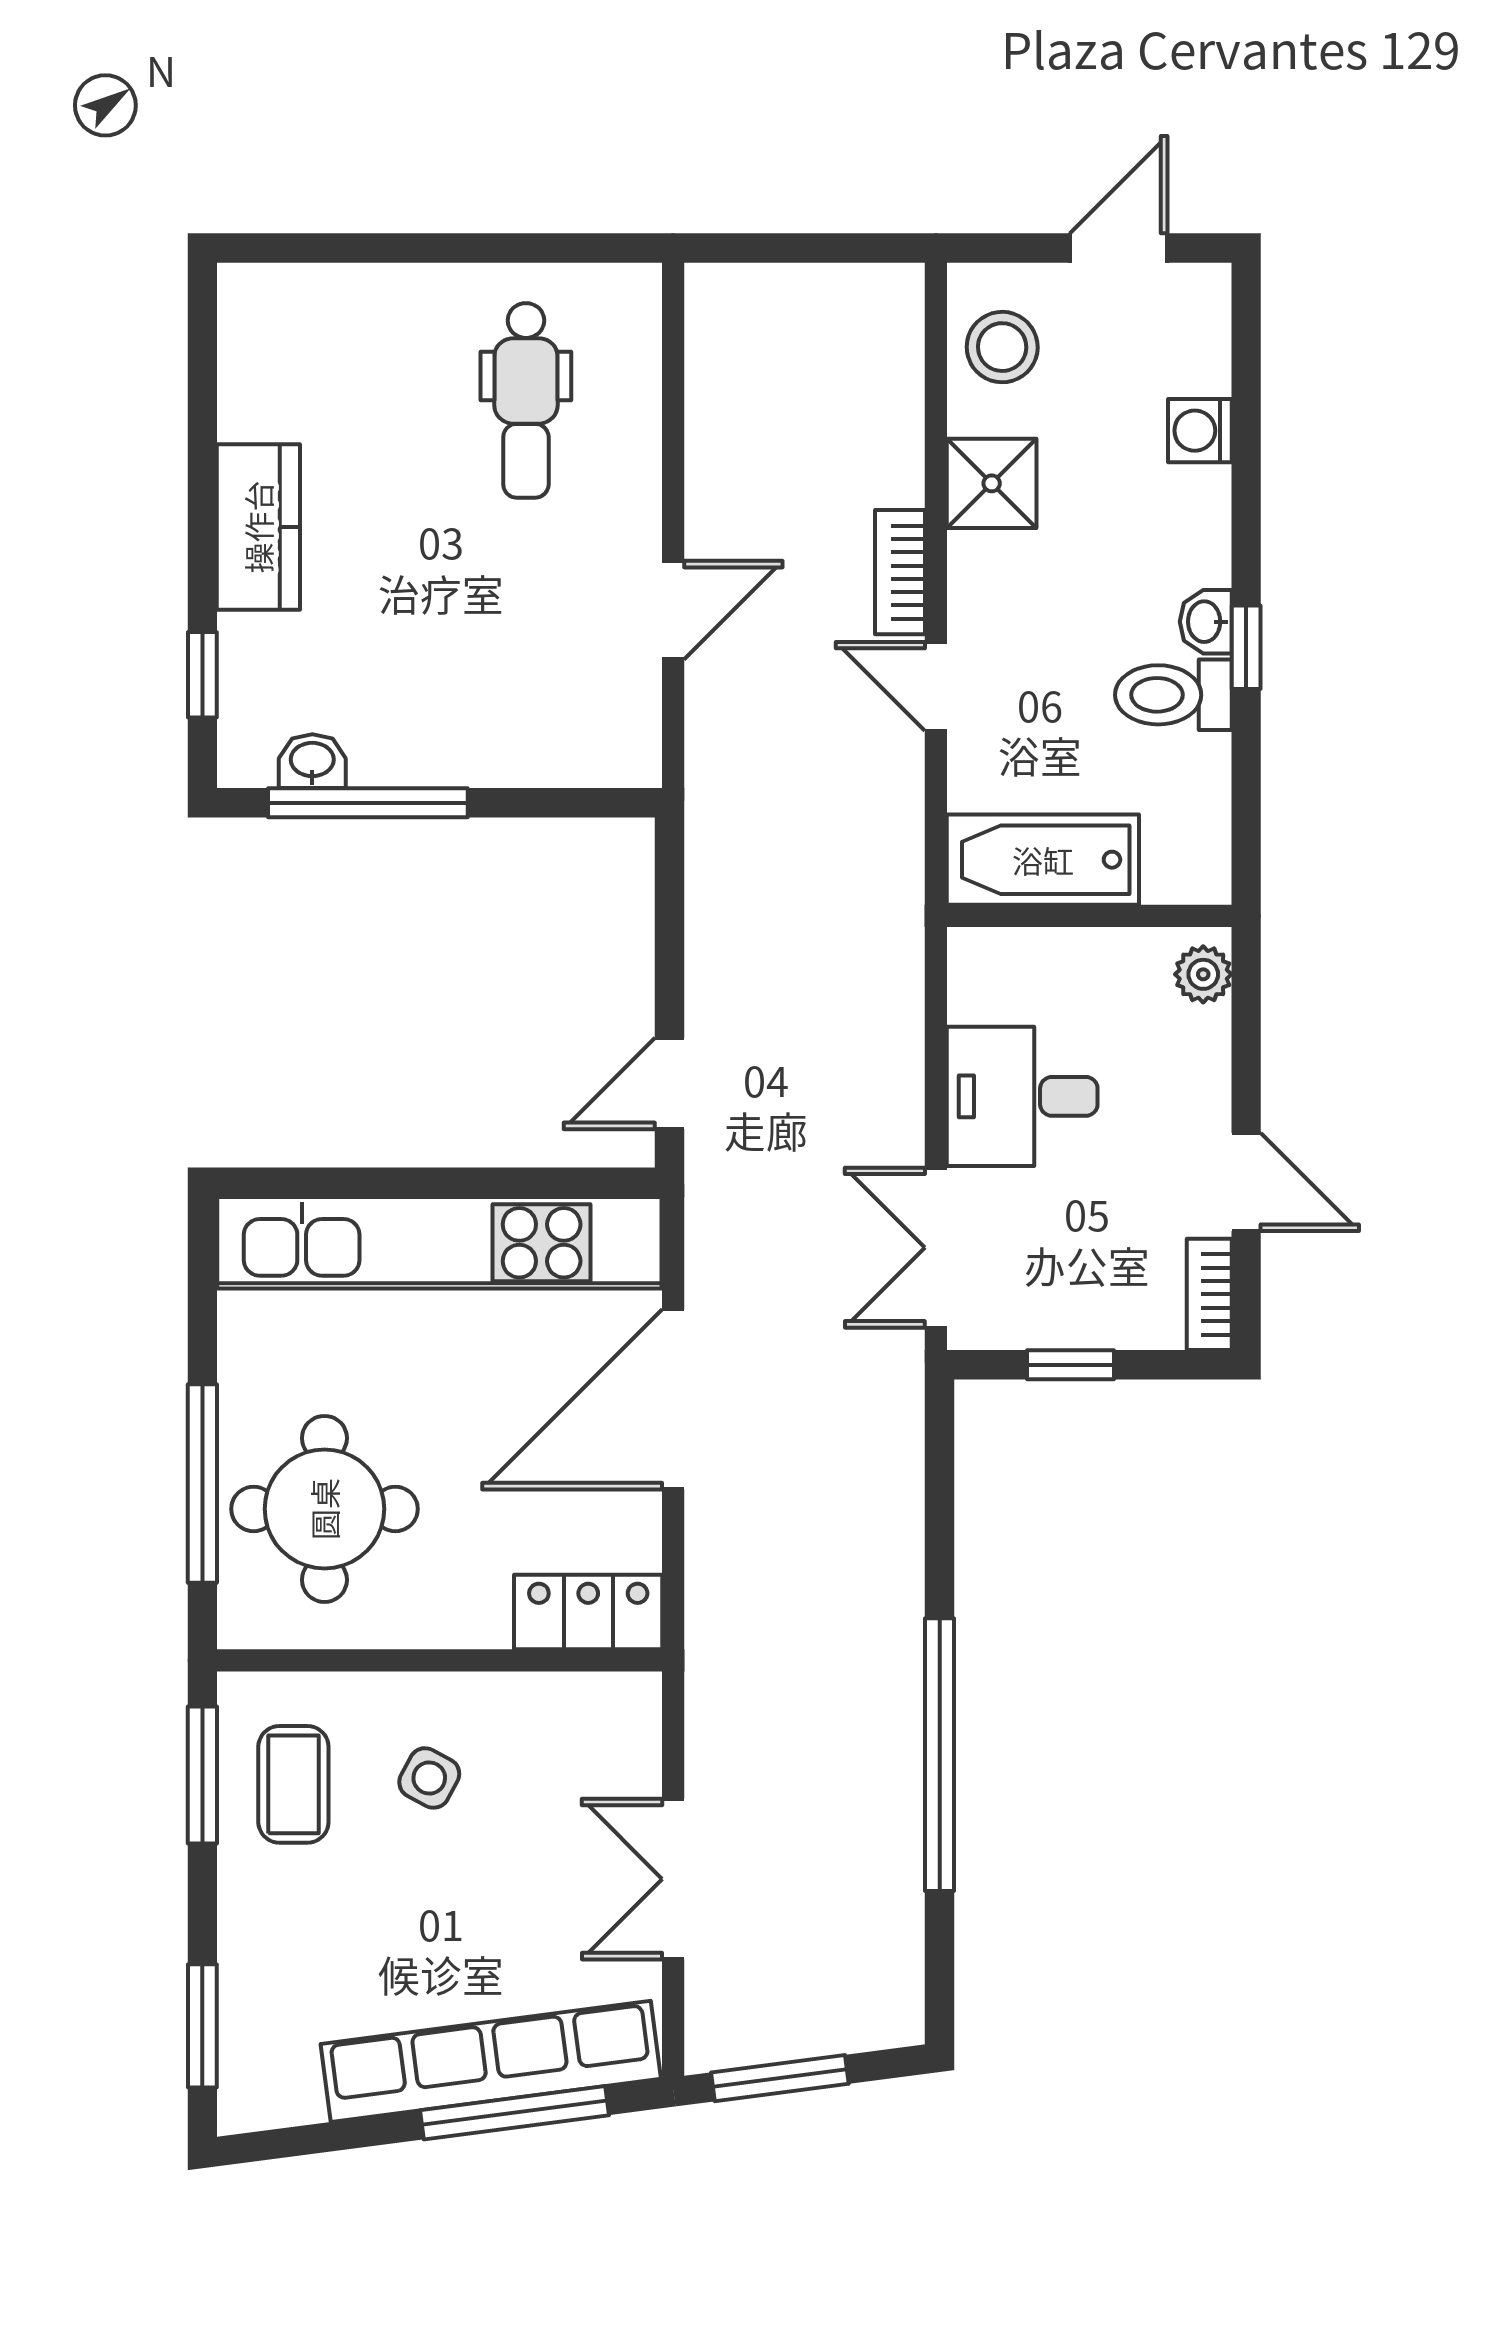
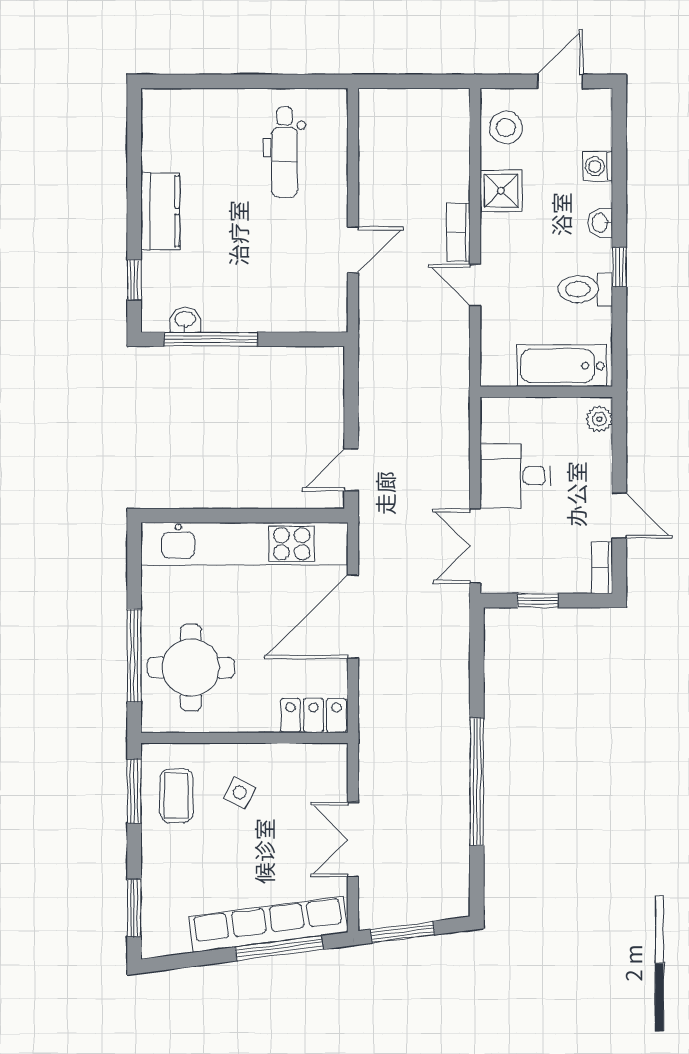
washbasin: (1206, 622) -> (600, 223), moved
bathtub: (1043, 860) -> (562, 366), moved

